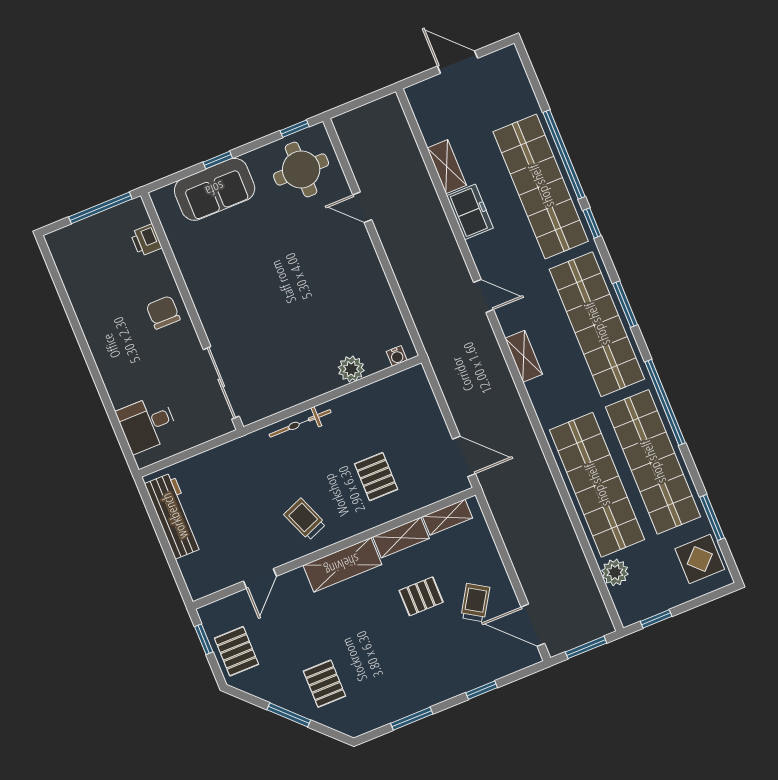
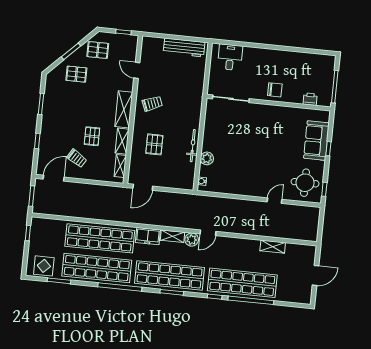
freezer: (470, 212) -> (148, 236), moved
bicycle: (300, 423) -> (193, 146), moved
pallet: (376, 477) -> (154, 144), turned 90
plant: (615, 572) -> (192, 240), moved
pallet: (236, 651) -> (98, 50), moved

